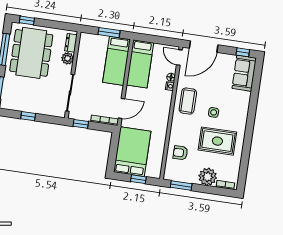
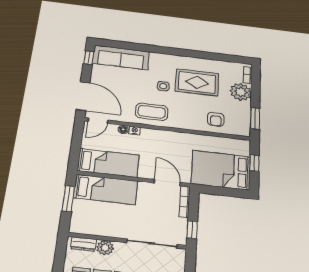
sofa: (244, 73) -> (121, 57), width x1.36
rug: (217, 141) -> (197, 82), turned 90

